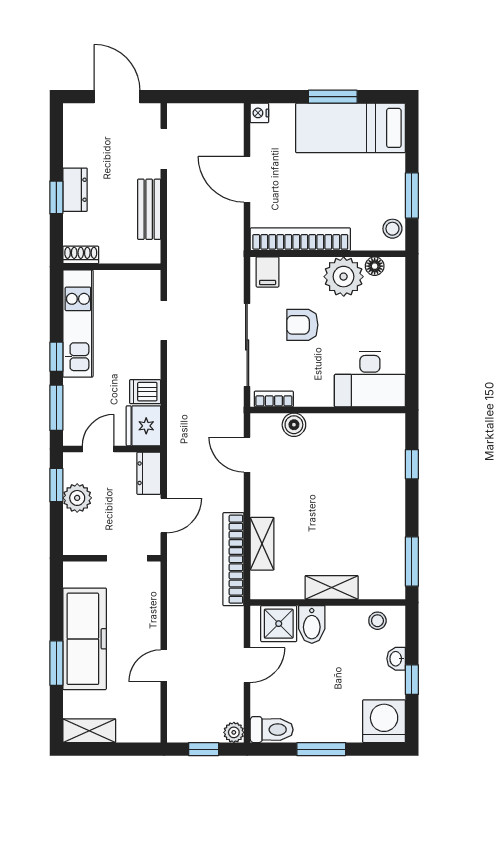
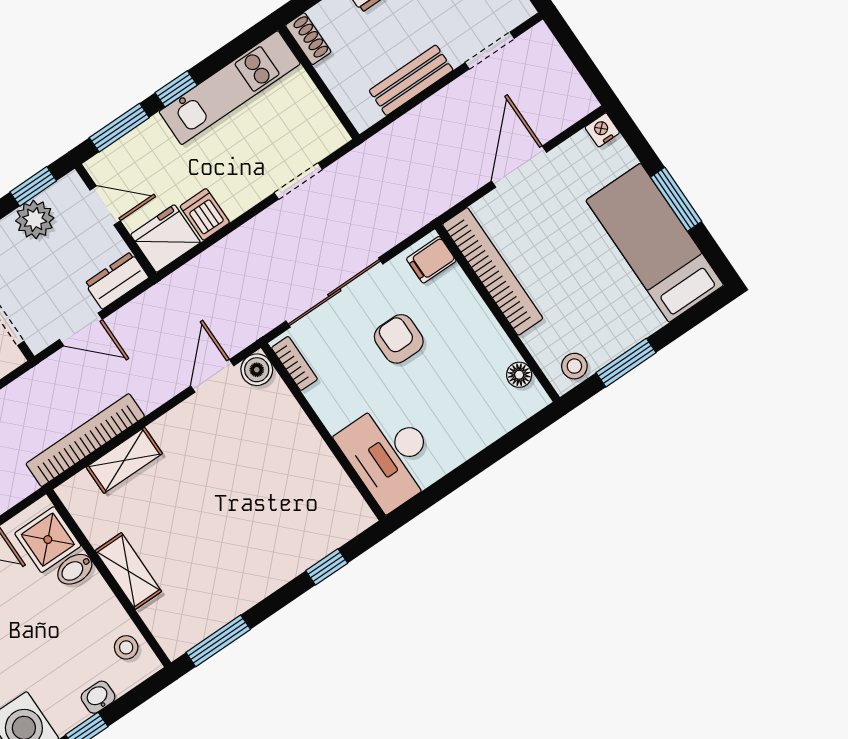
plant: (344, 277) -> (484, 348), removed
boiler: (294, 425) -> (257, 370), moved
bidet: (312, 624) -> (75, 569), width x0.72, depth x0.74

